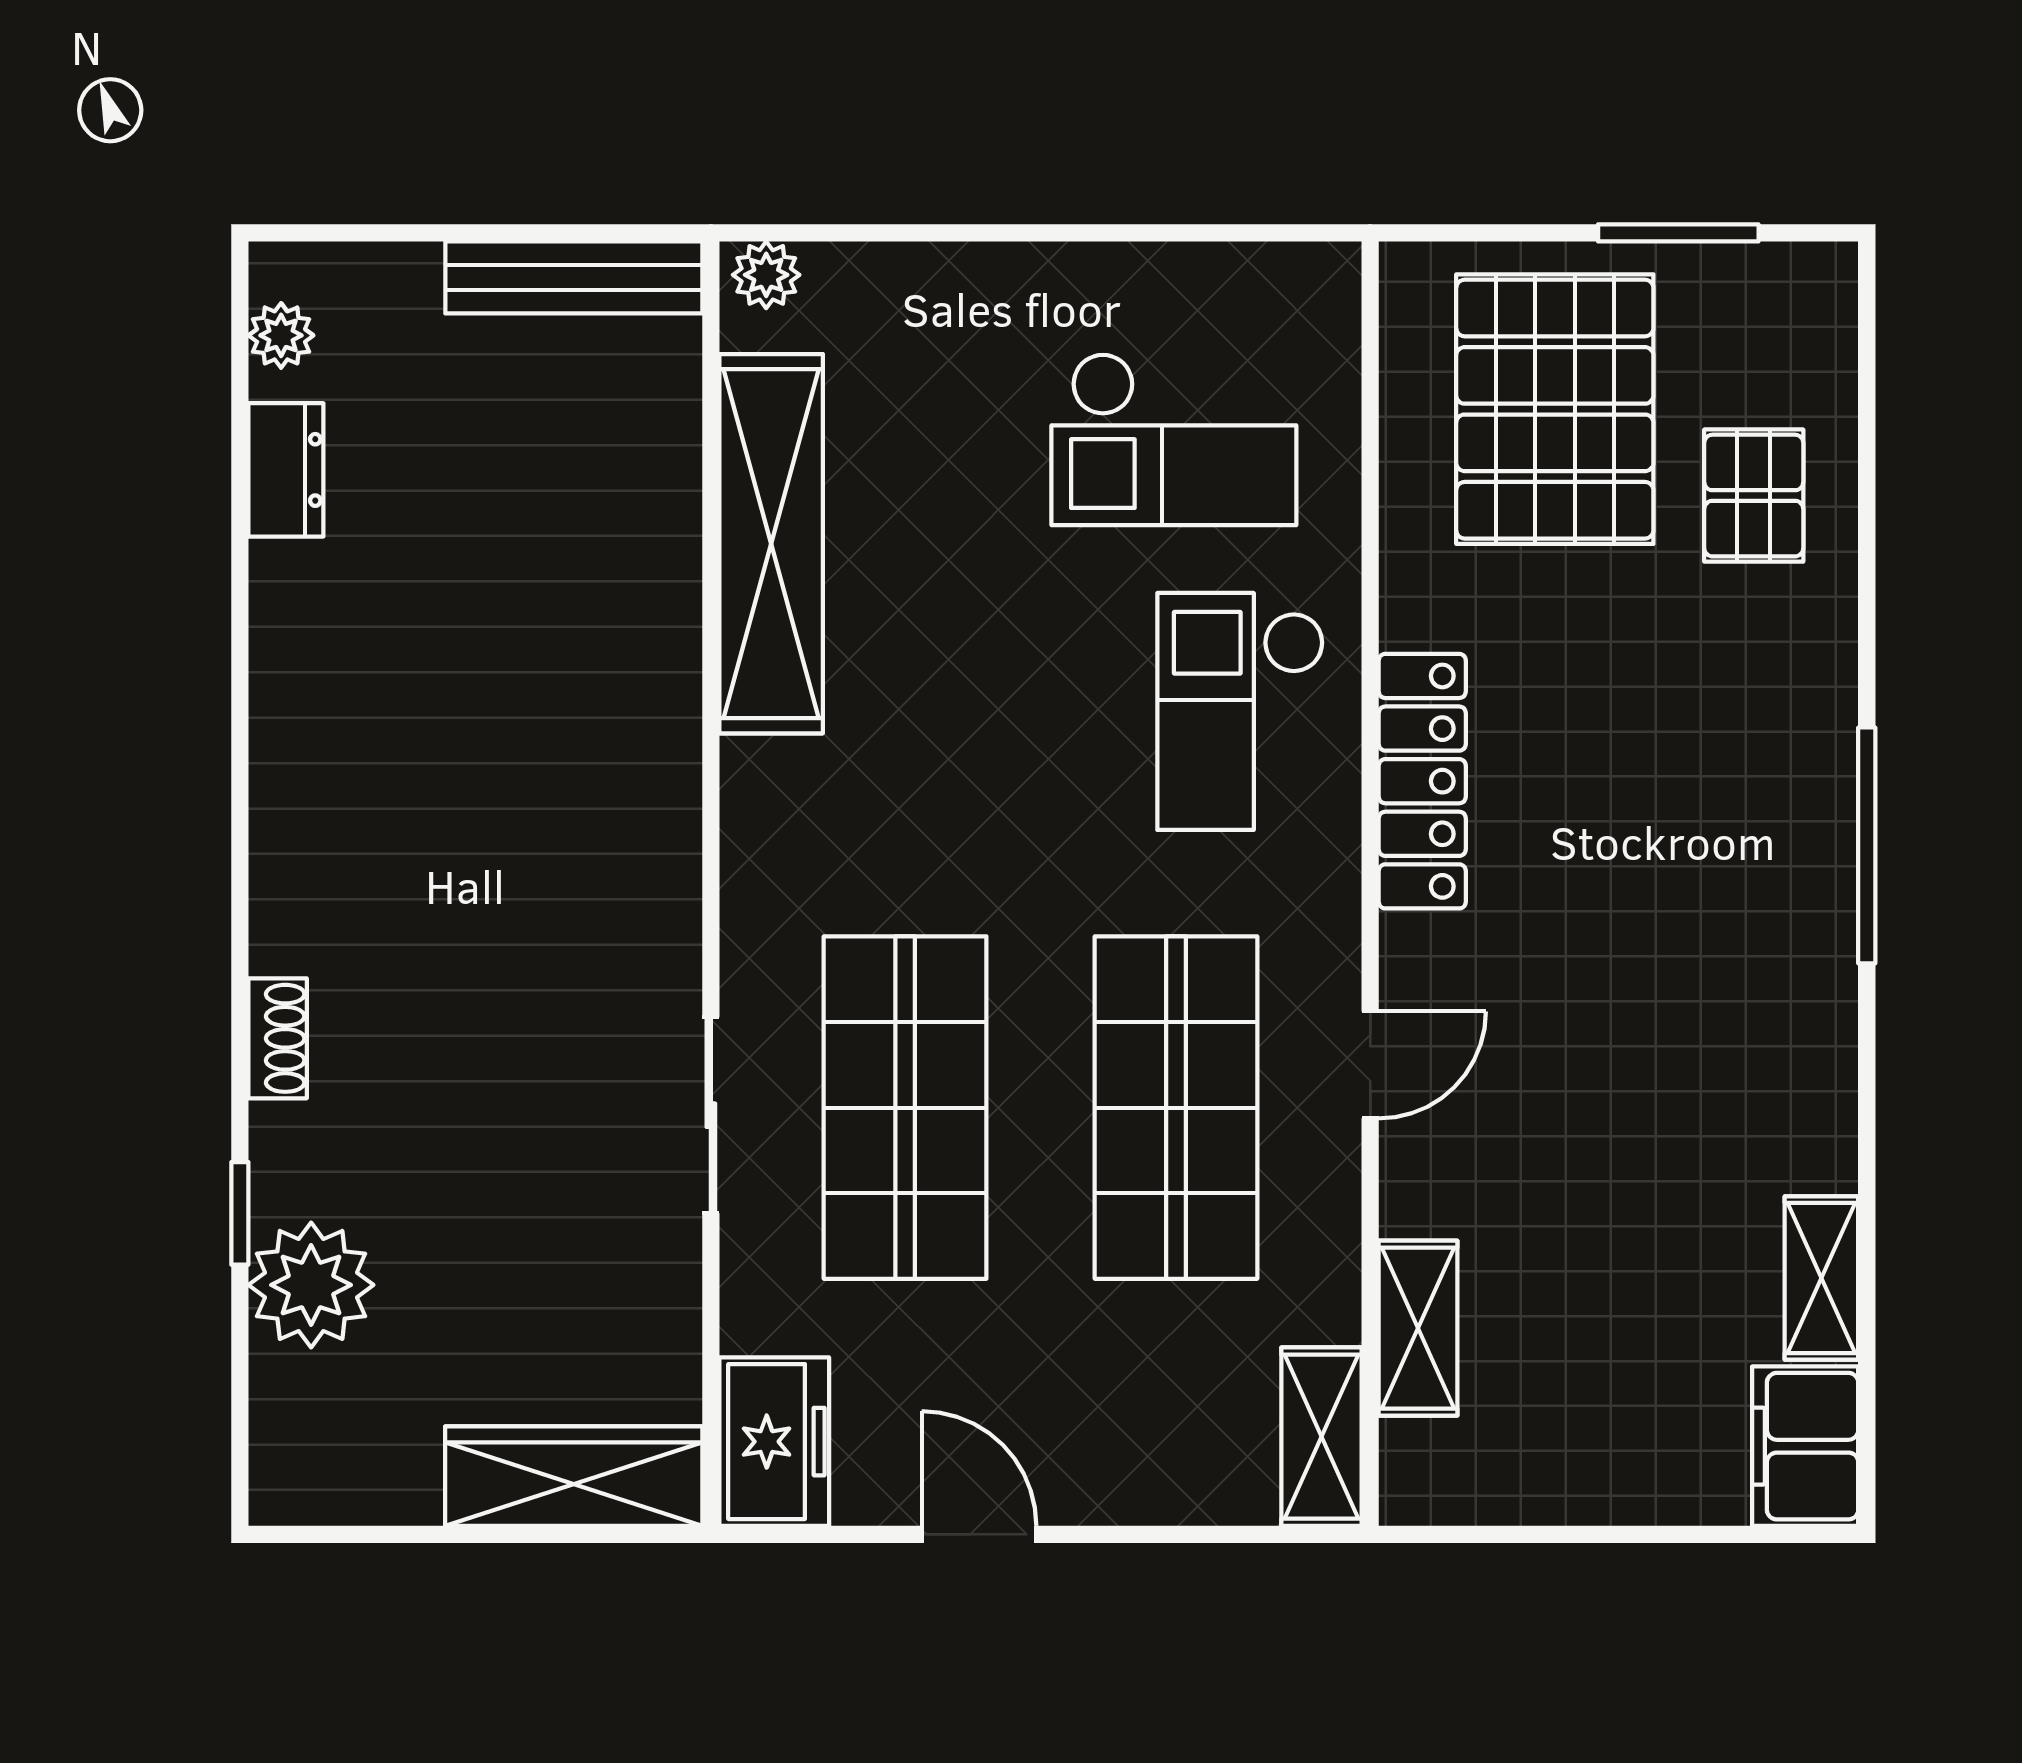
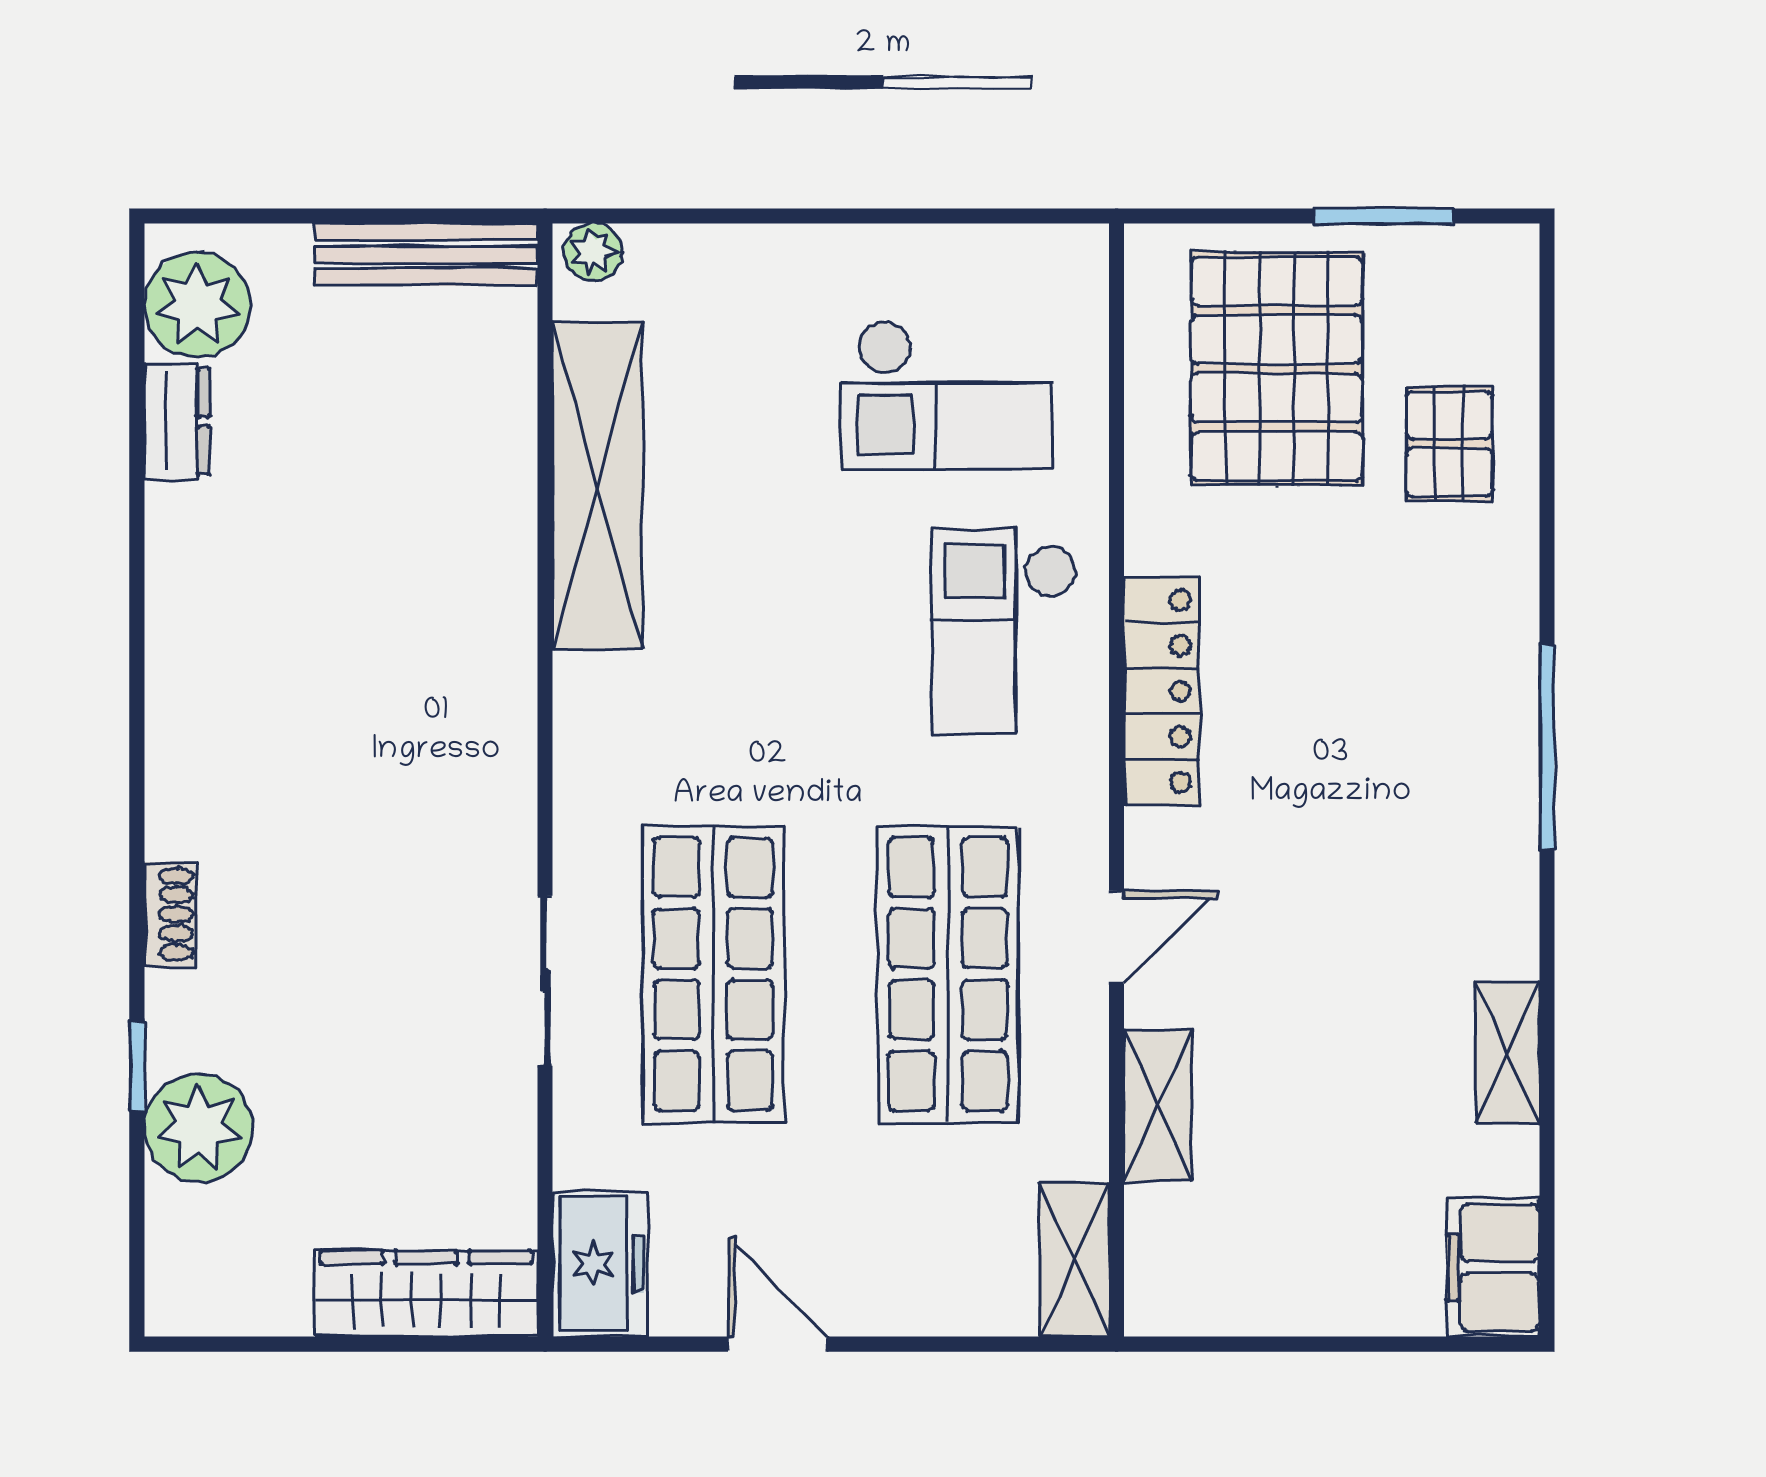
plant: (281, 335) -> (197, 305), width x1.88, depth x1.88
shelving: (1821, 1278) -> (1508, 1053), moved
shelving: (1418, 1328) -> (1158, 1106), moved

